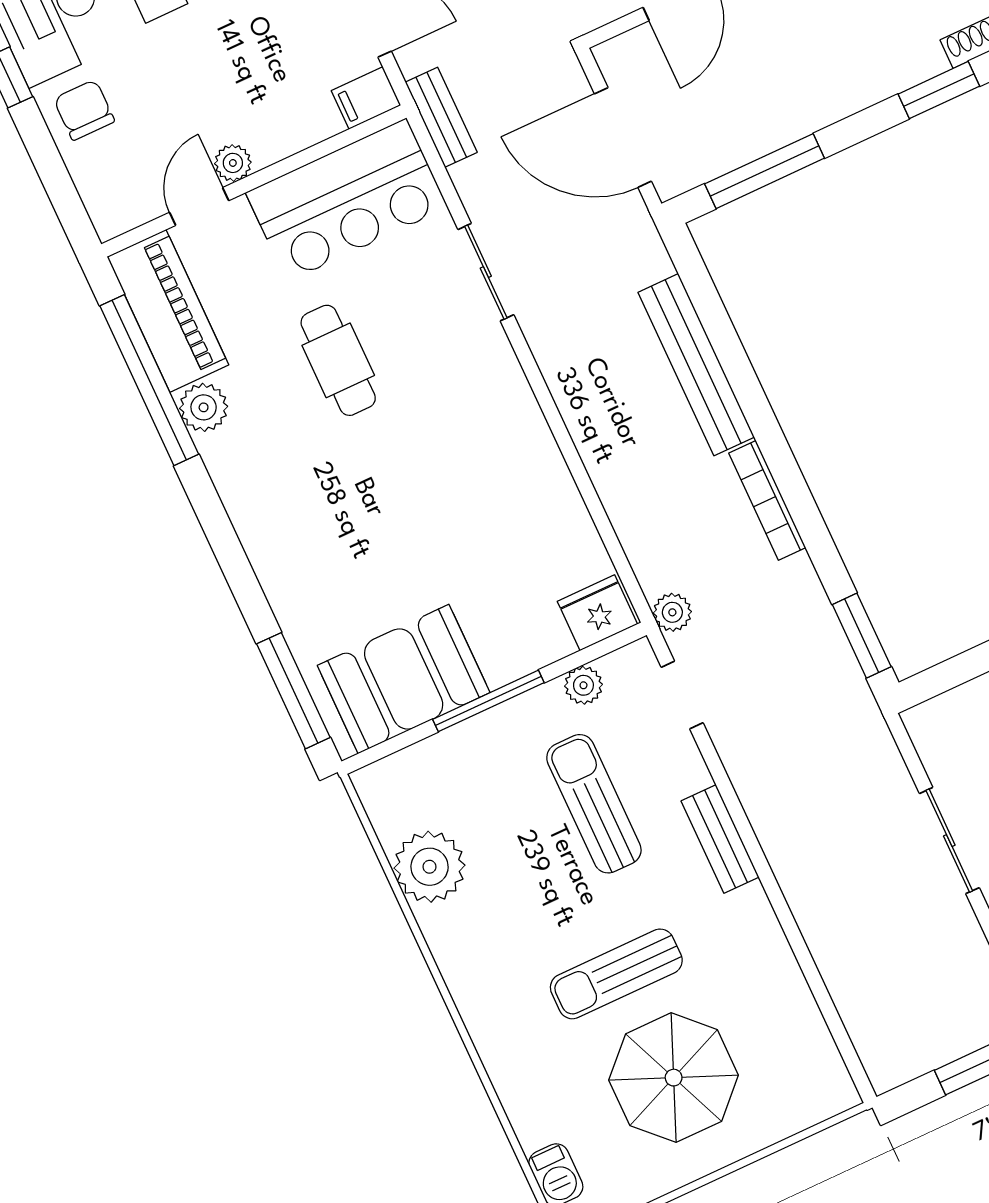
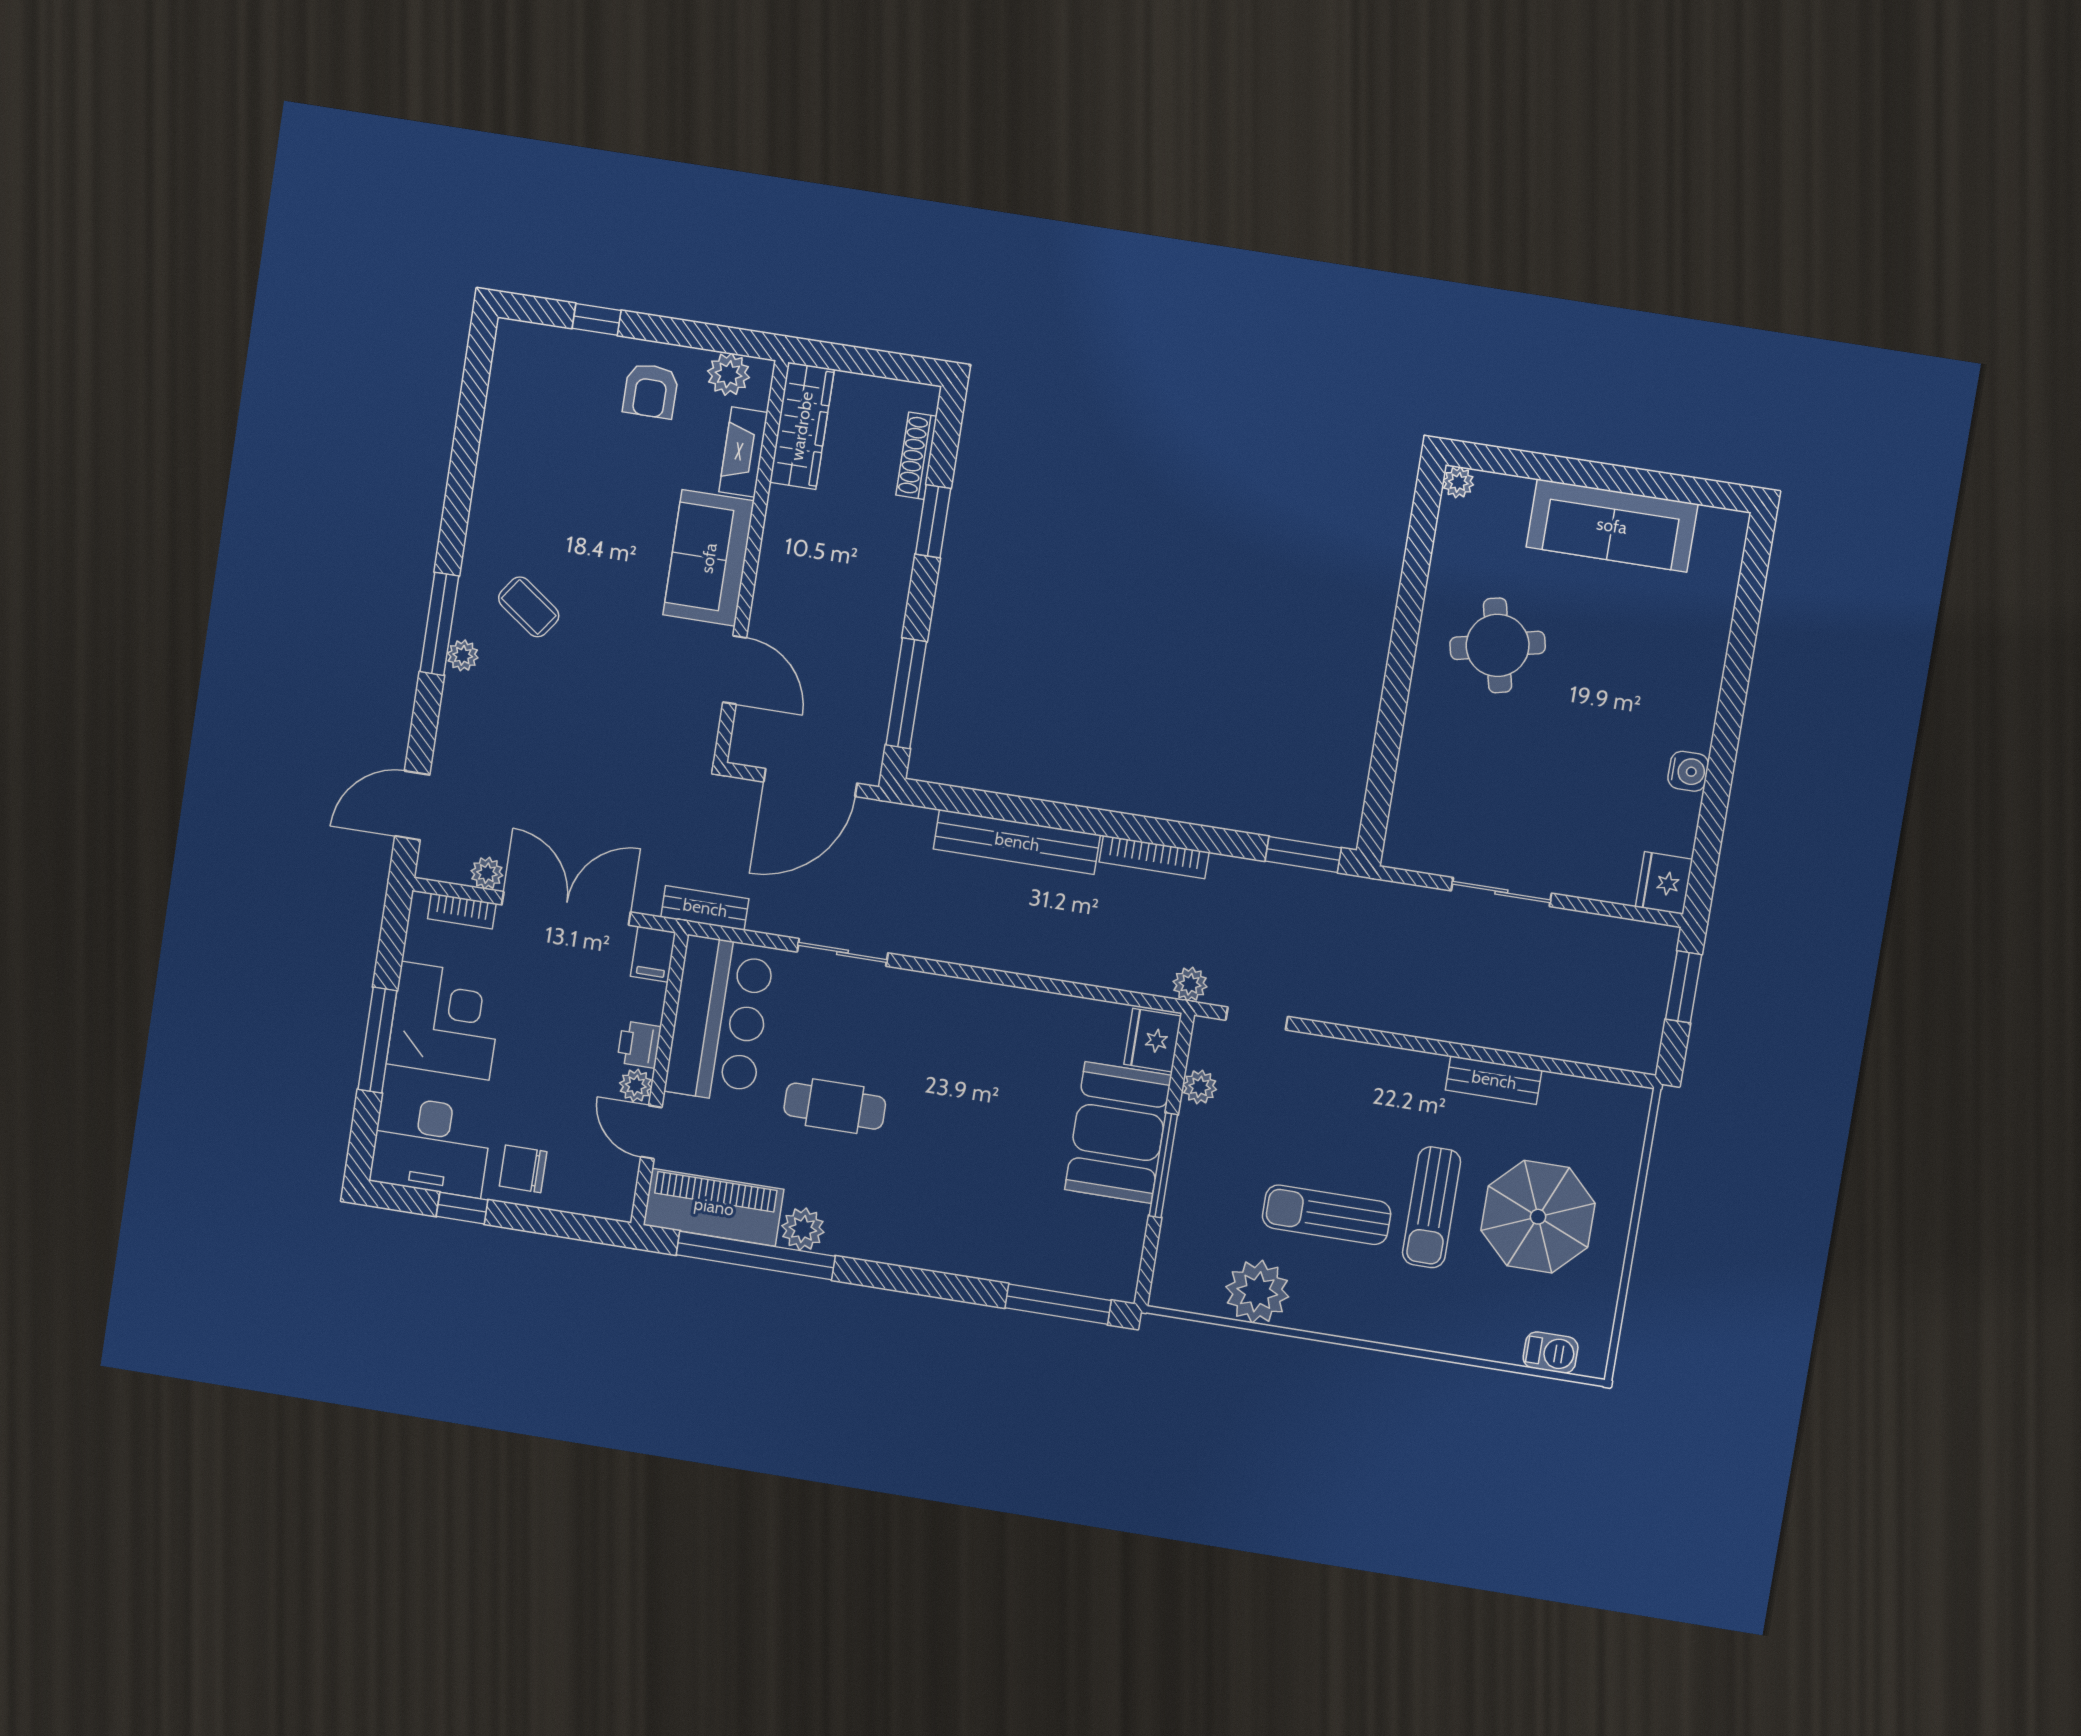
printer: (273, 141) -> (639, 1045), added
booth: (404, 679) -> (1118, 1133), moved
sun lounger: (594, 804) -> (1327, 1215), moved
bench: (720, 839) -> (1494, 1080), moved

